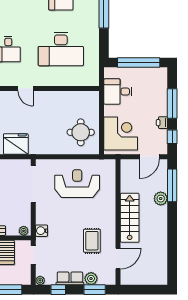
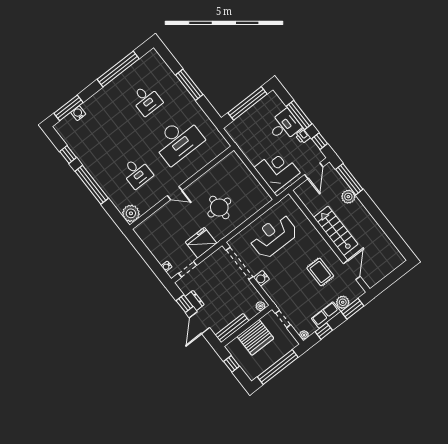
desk: (118, 92) -> (284, 126), moved, turned 180
round table: (81, 132) -> (219, 208), moved
water cooler: (42, 231) -> (261, 278), moved

